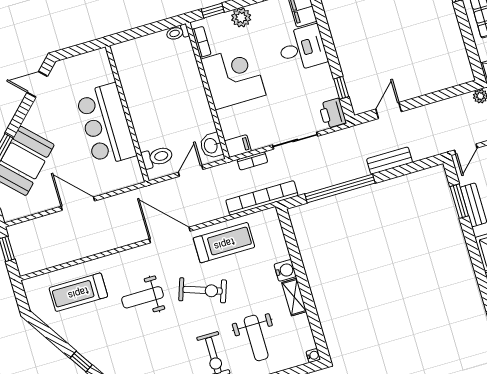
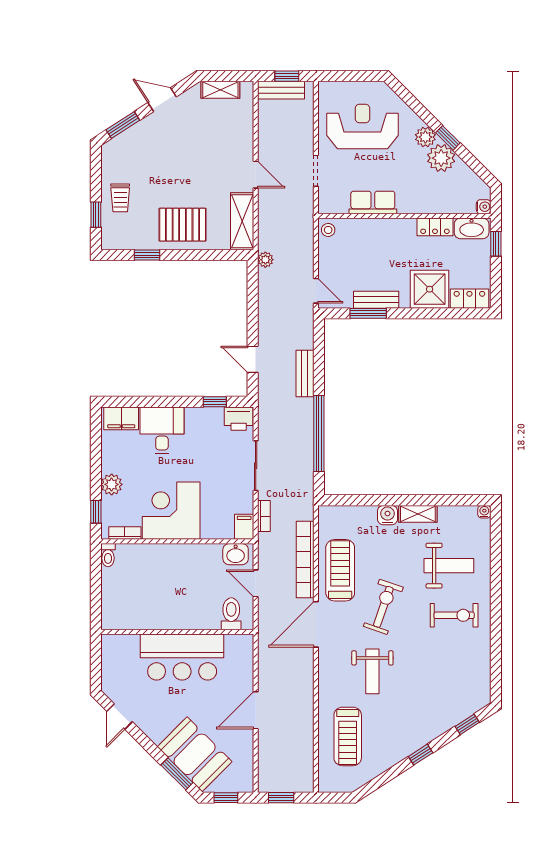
bookcase: (262, 198) -> (305, 560), moved

